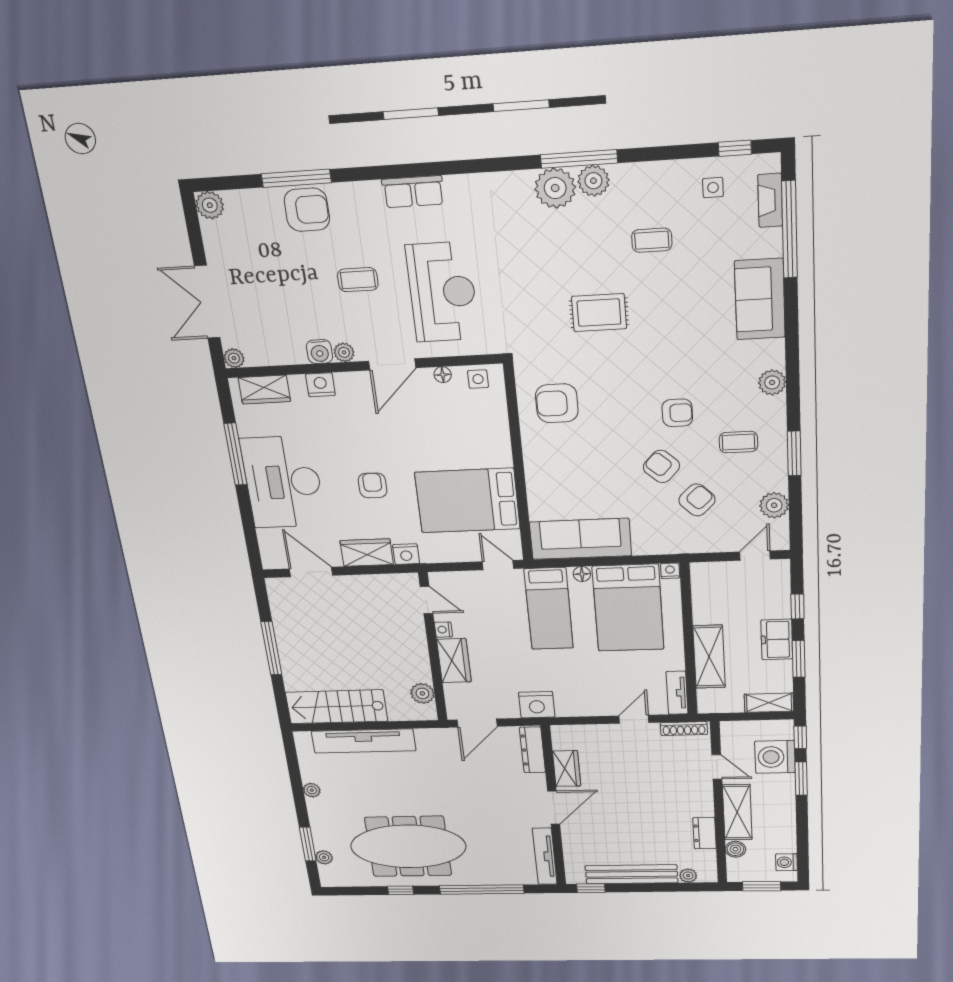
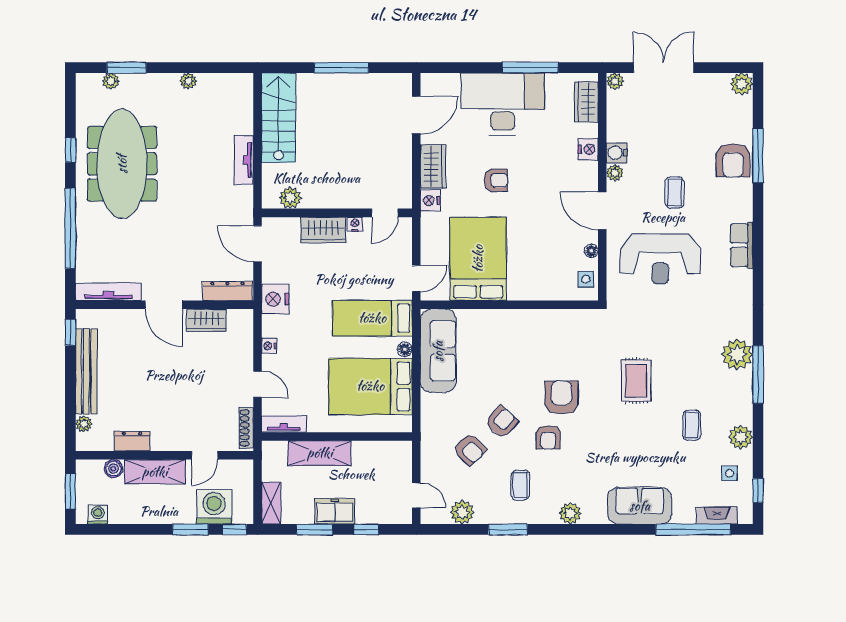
plant: (593, 181) -> (741, 437), moved
armchair: (557, 403) -> (561, 398), moved
nightstand: (670, 571) -> (269, 346), moved, turned 180
tv unit: (364, 741) -> (244, 160), width x0.52, depth x0.78

